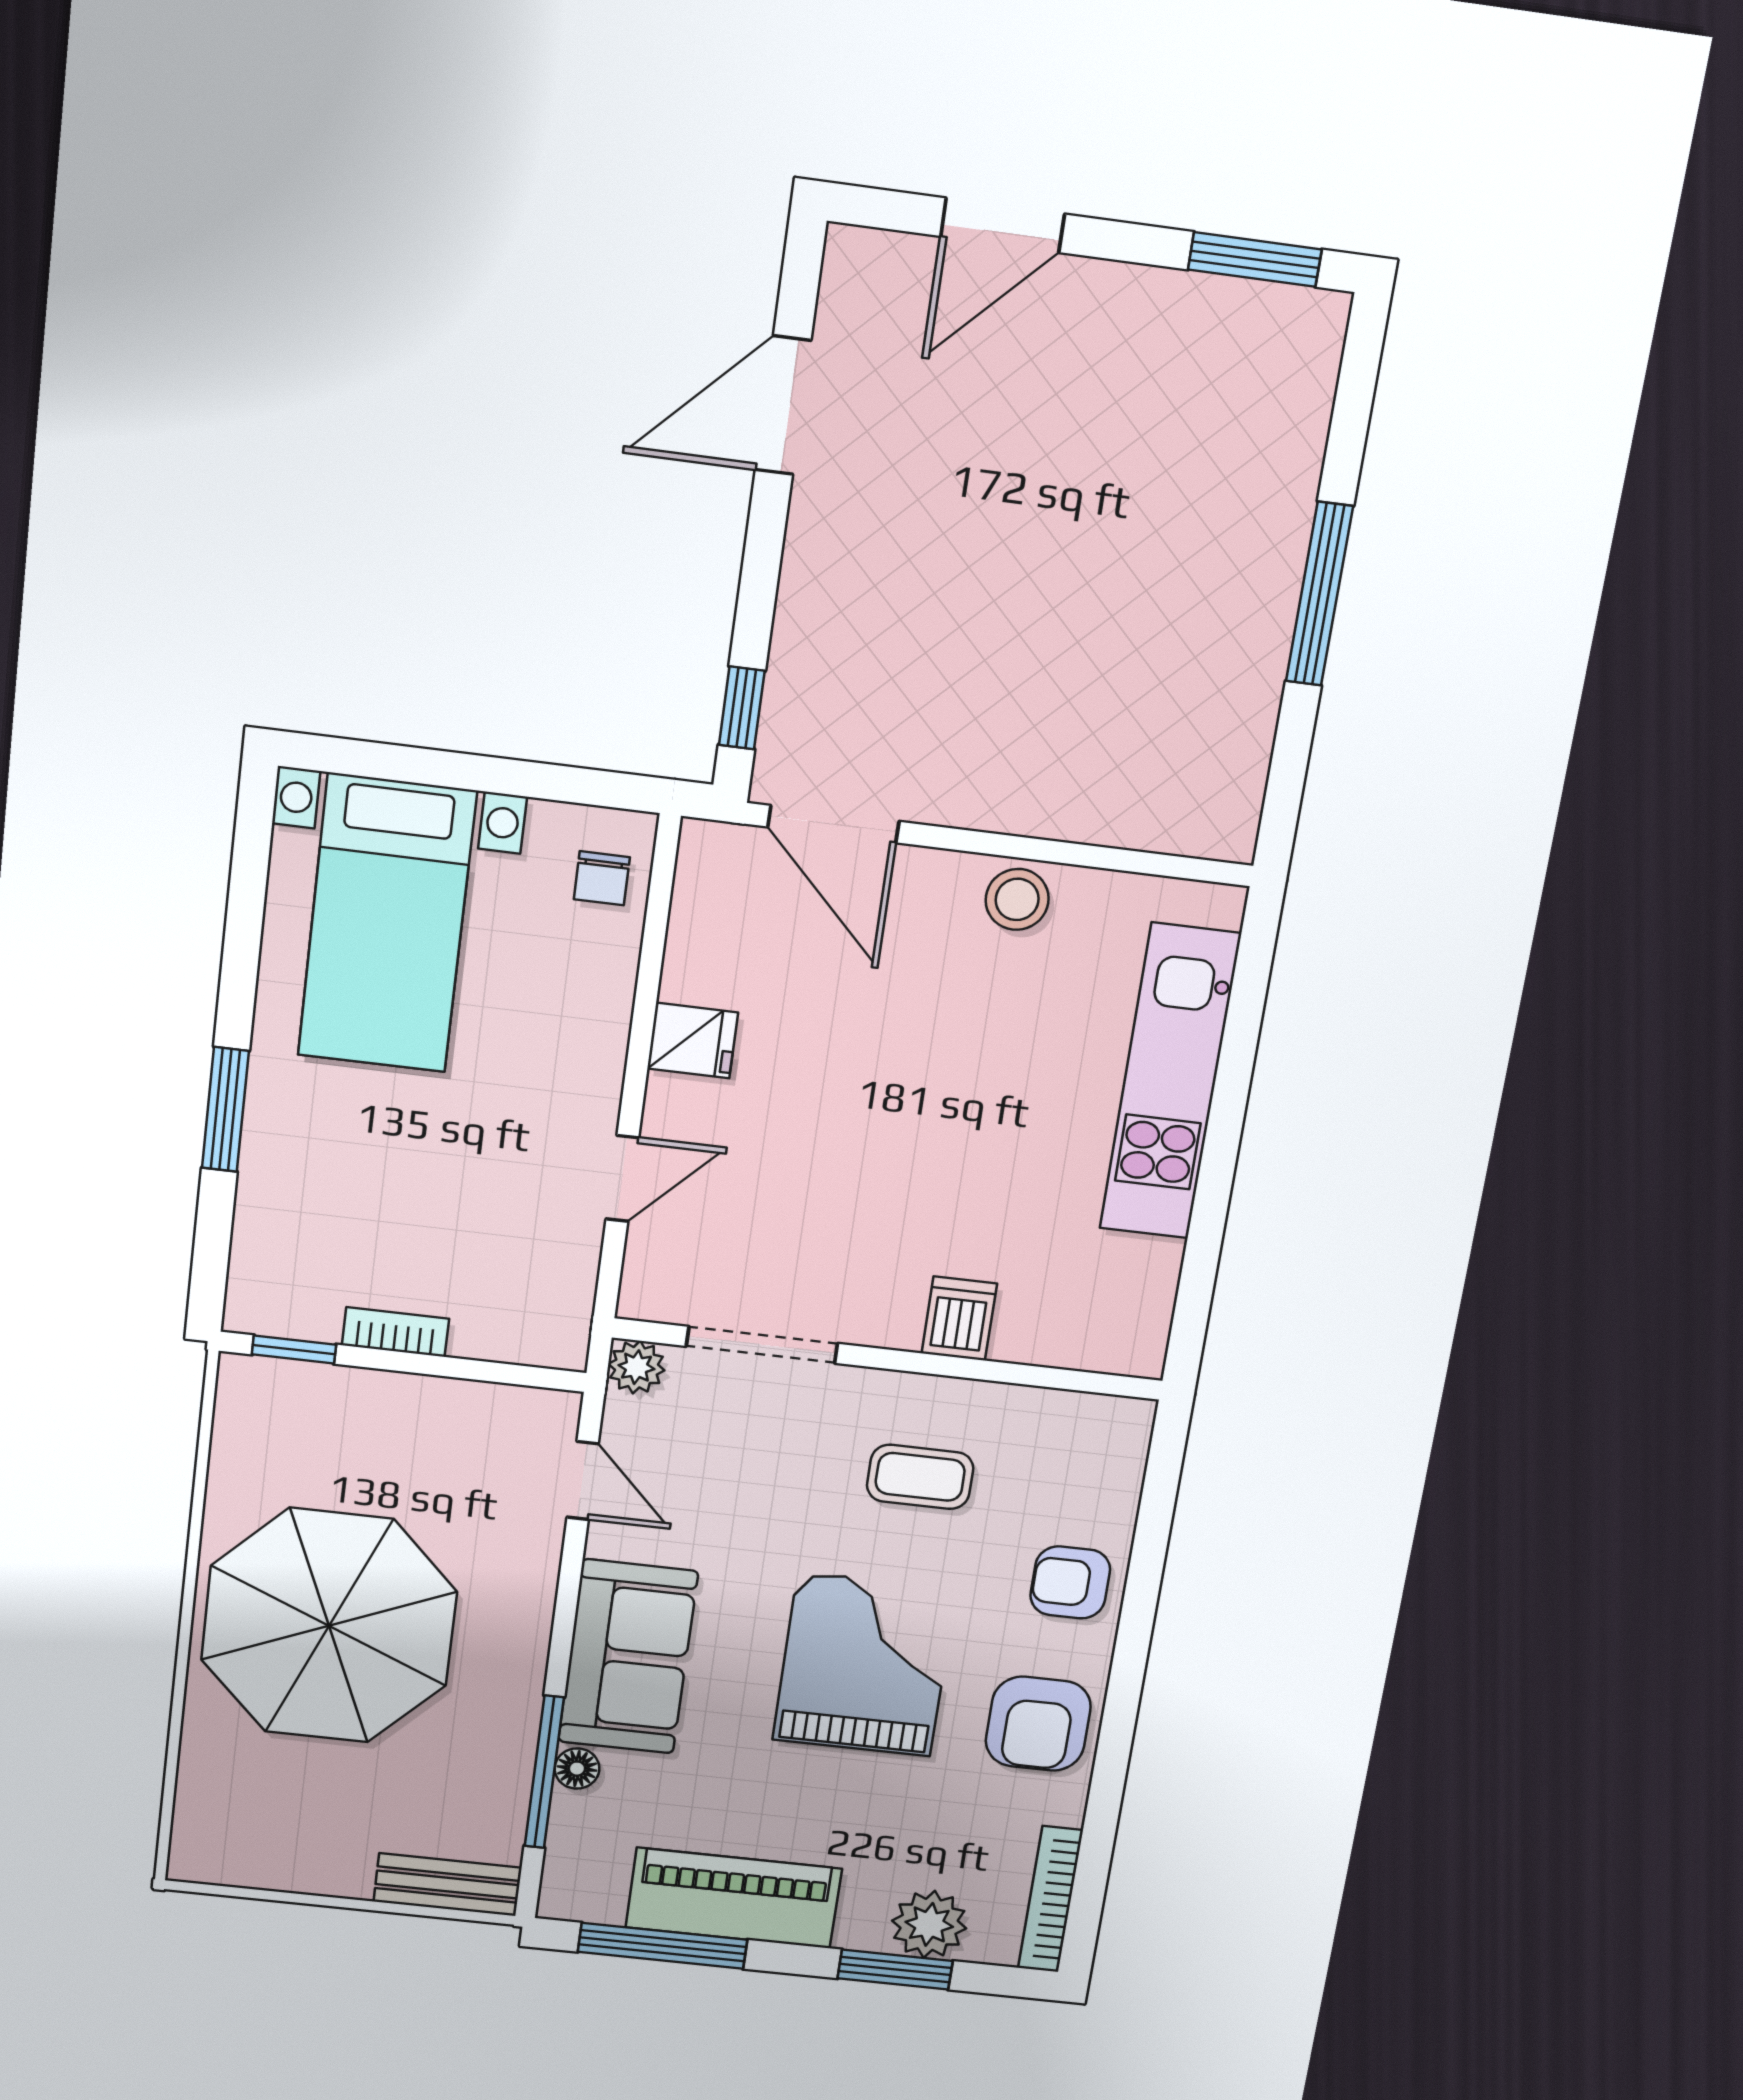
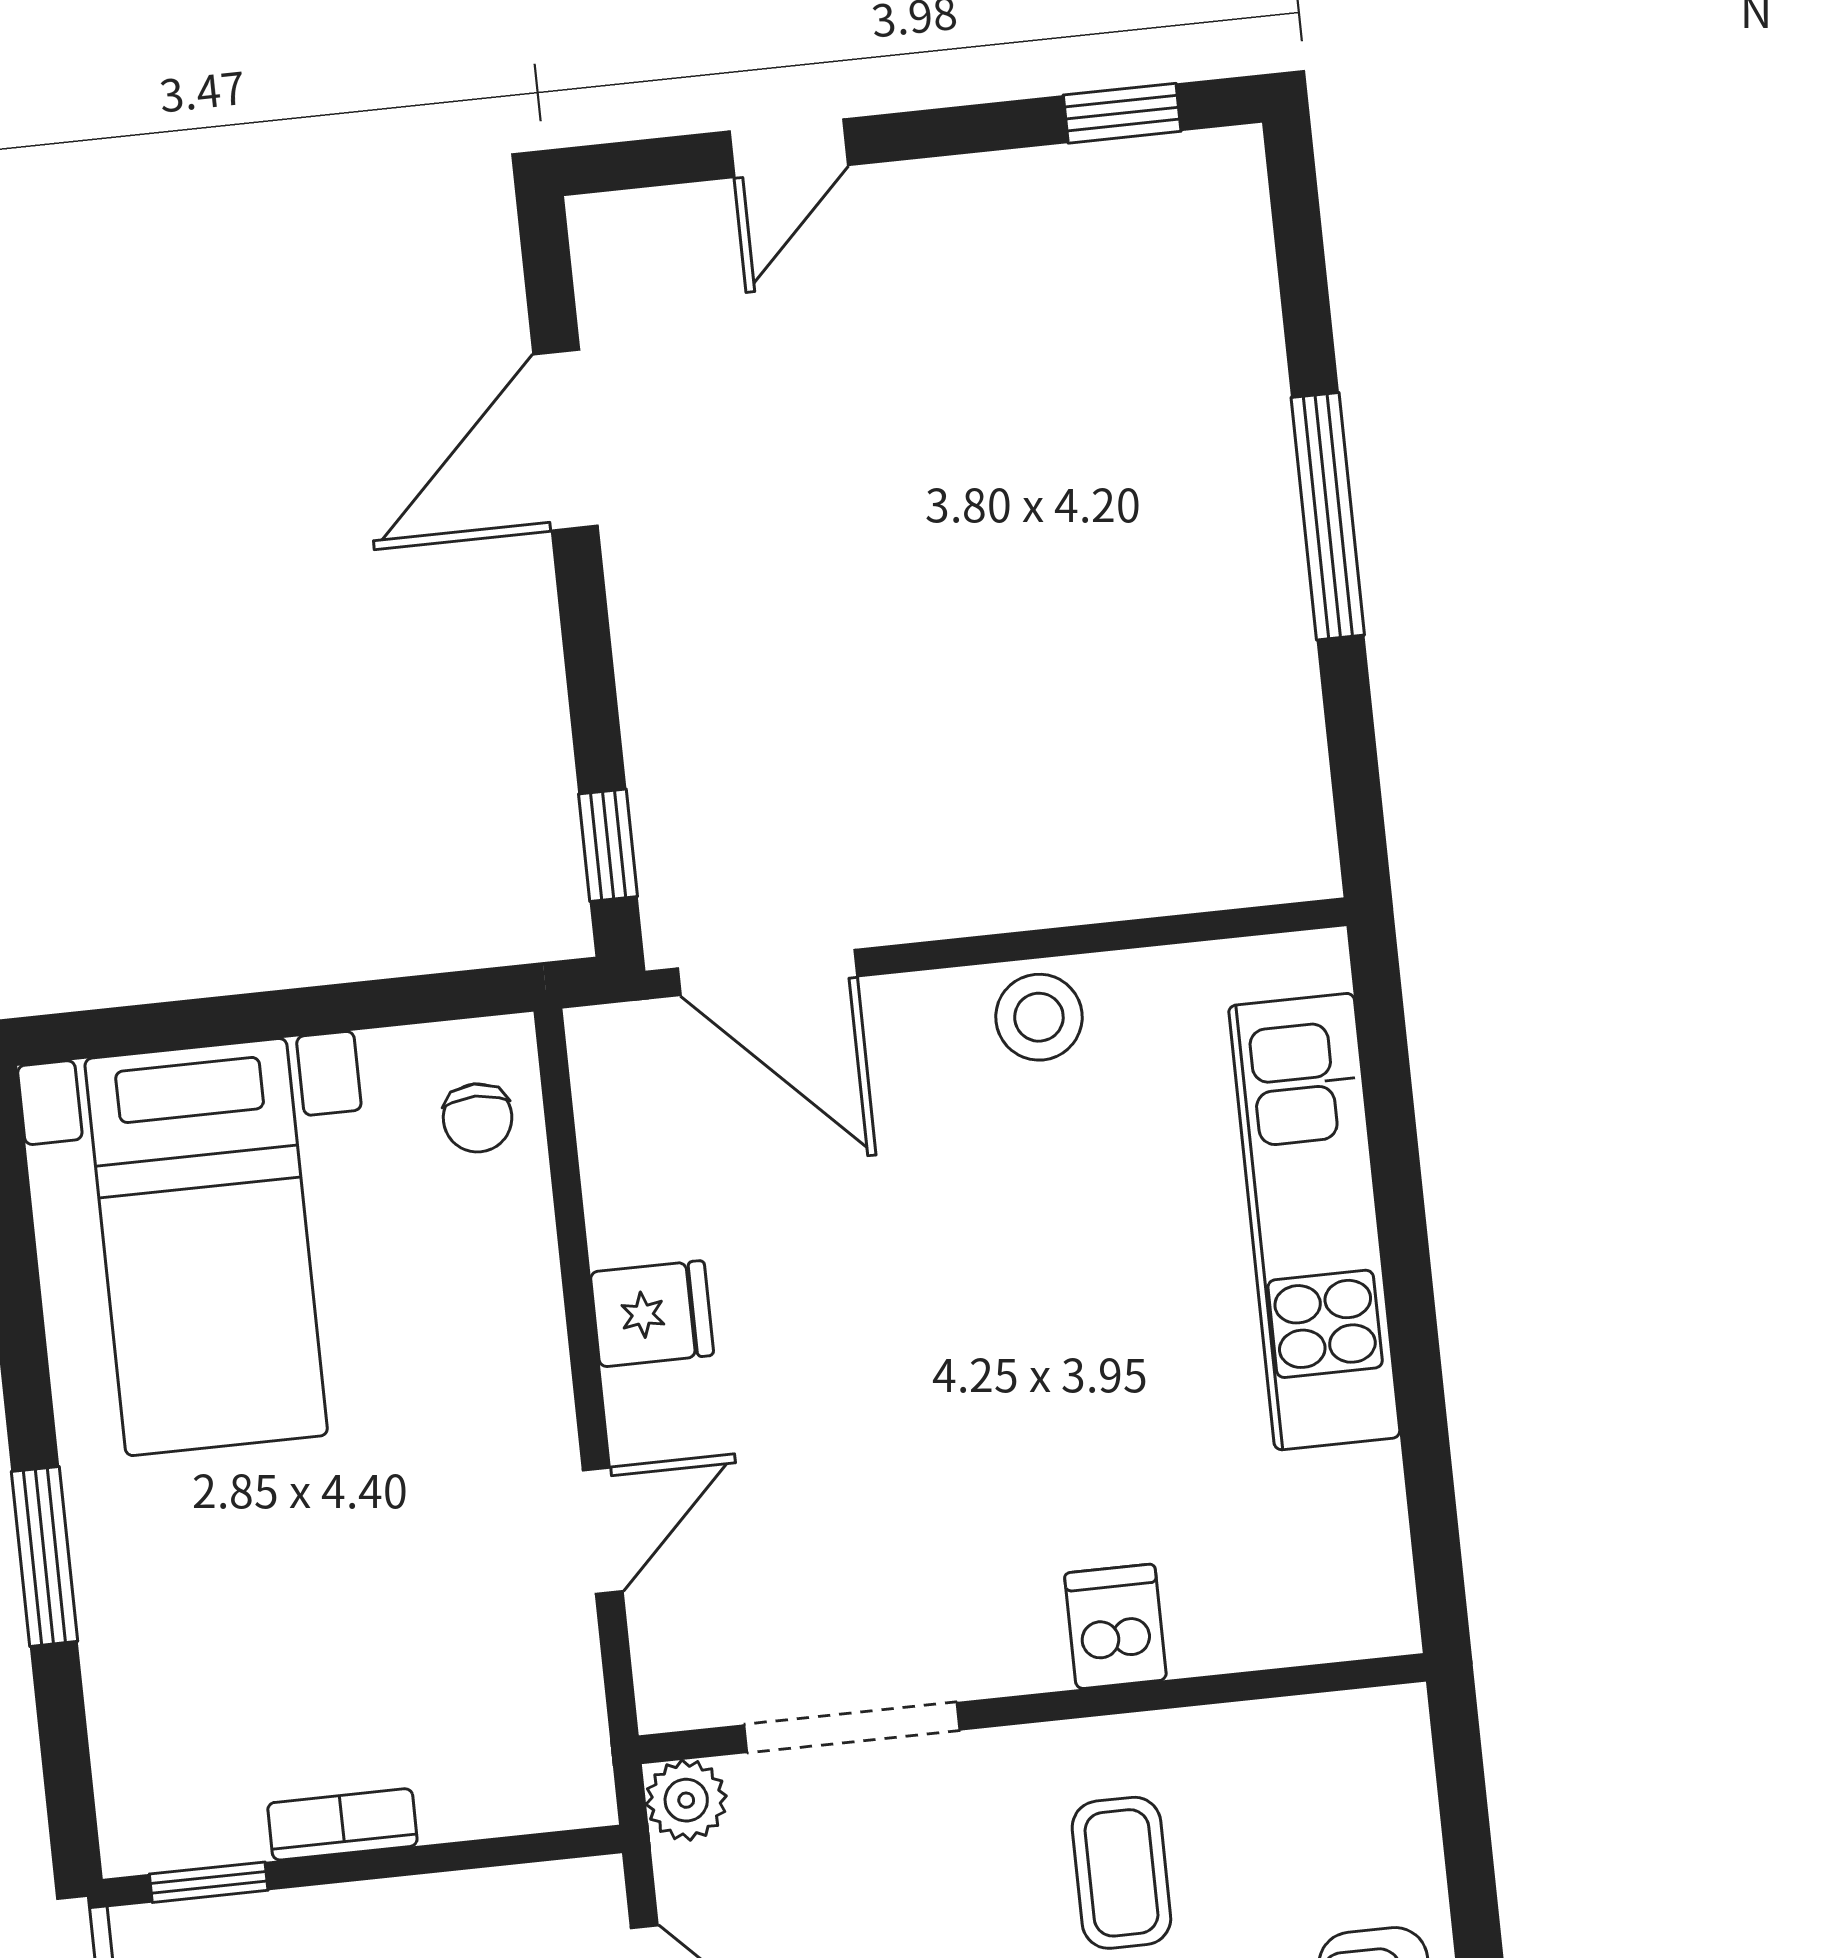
door: (1003, 225) -> (789, 148), width x0.73
window: (1255, 260) -> (1122, 113), width x0.67
coffee table: (920, 1477) -> (1121, 1873), turned 90

